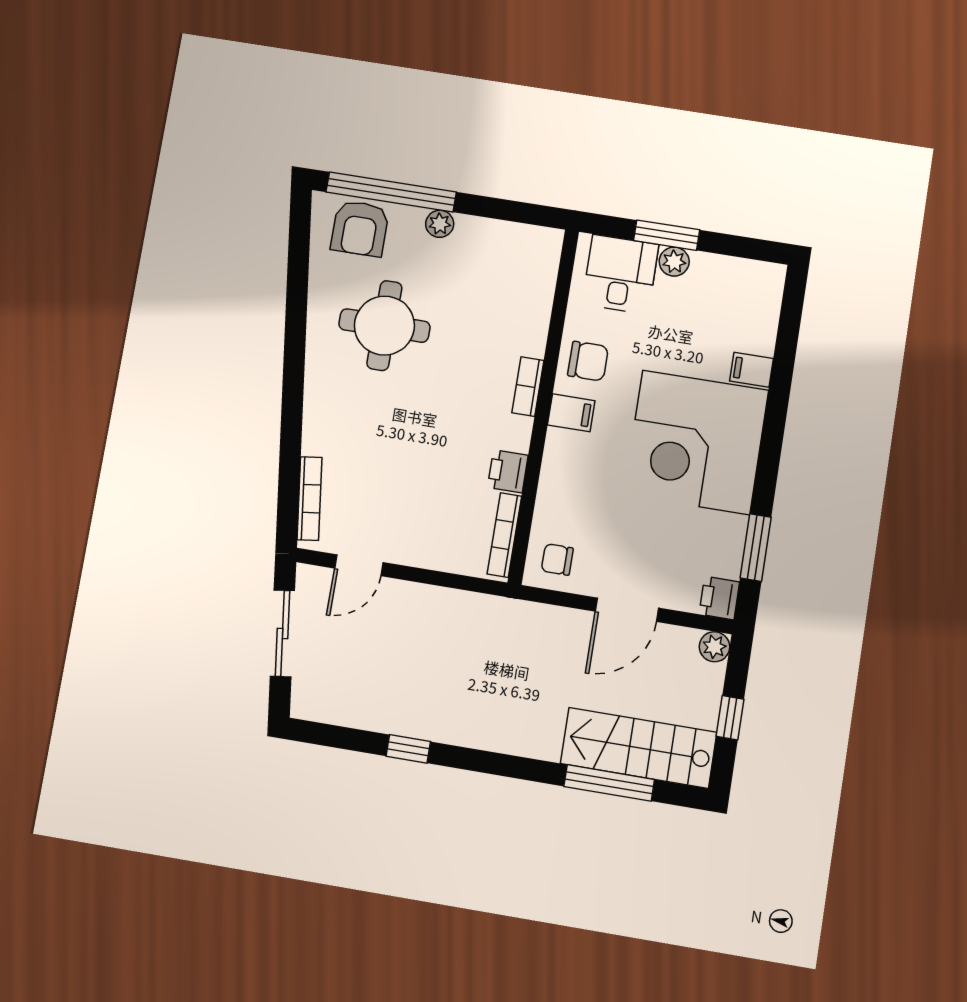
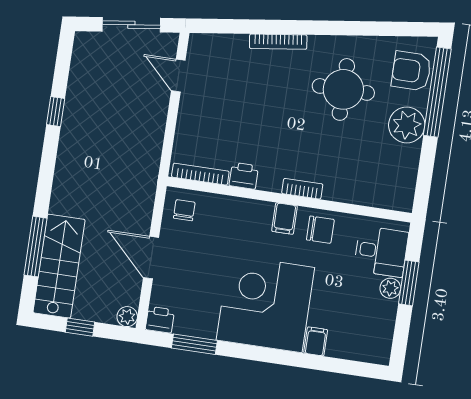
plant: (440, 224) -> (407, 125), width x1.88, depth x1.88
chair: (588, 361) -> (320, 230), turned -90
bookcase: (310, 499) -> (278, 42), moved

